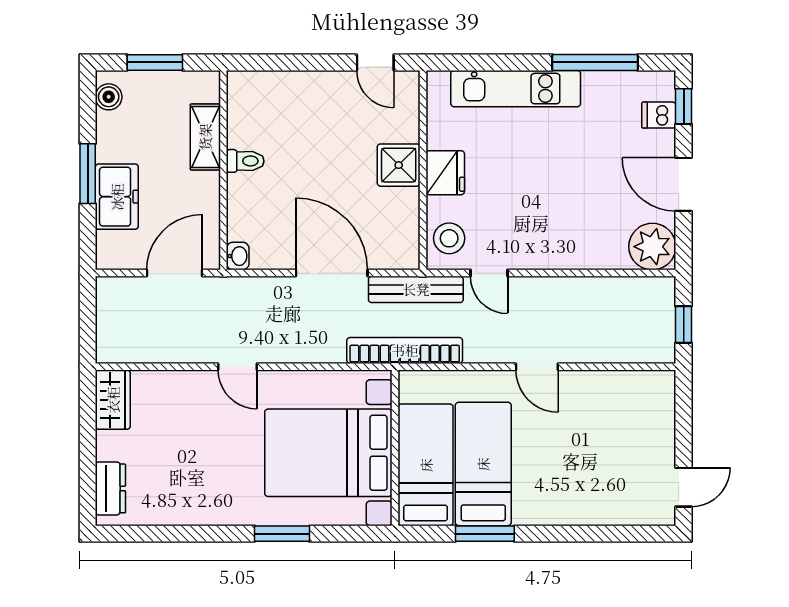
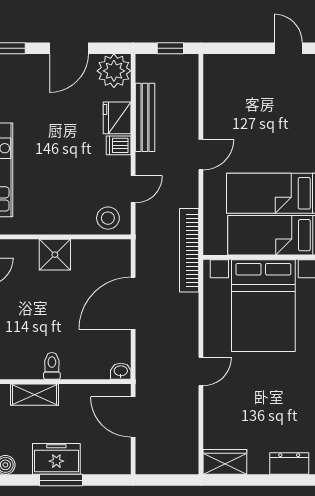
dishwasher: (659, 115) -> (119, 145), moved, turned 90
fridge: (445, 173) -> (117, 118), moved, turned -90
freezer: (117, 197) -> (56, 459), moved
bench: (416, 289) -> (145, 117), moved

